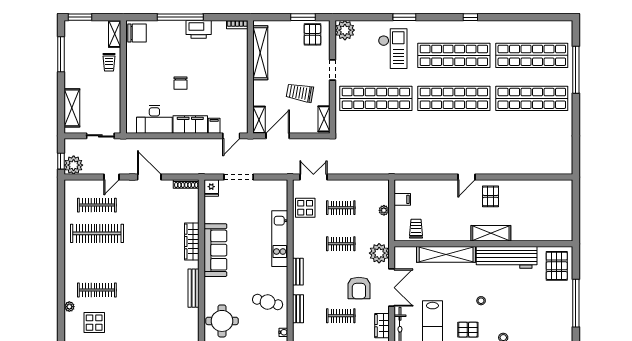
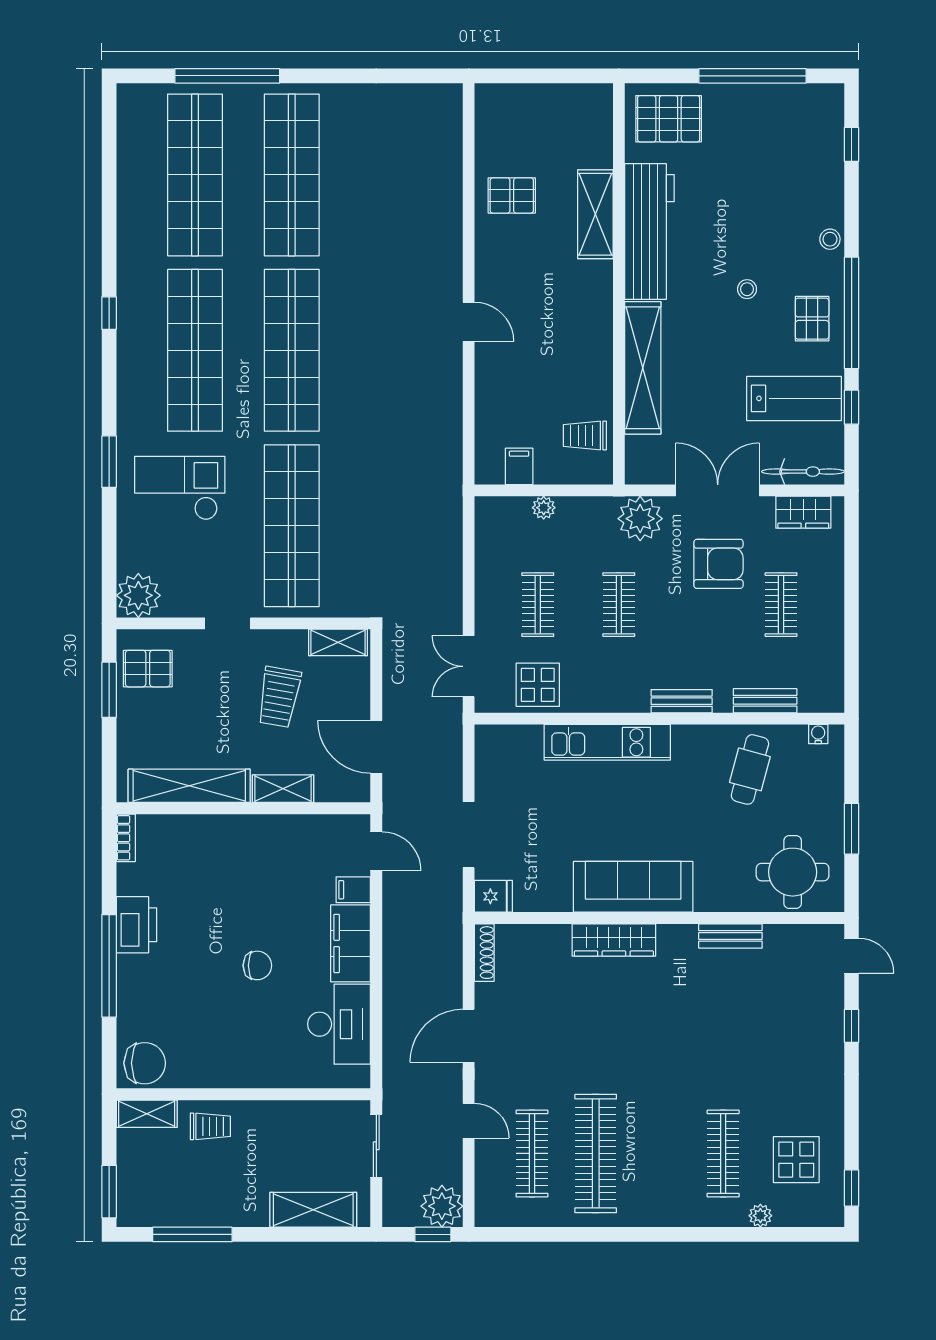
chair: (137, 33) -> (145, 1063), turned 90
shelving: (259, 120) -> (283, 789), moved
pallet: (491, 196) -> (512, 195), moved
shelving: (491, 233) -> (595, 214), moved
bench: (194, 288) -> (730, 936), width x0.73

